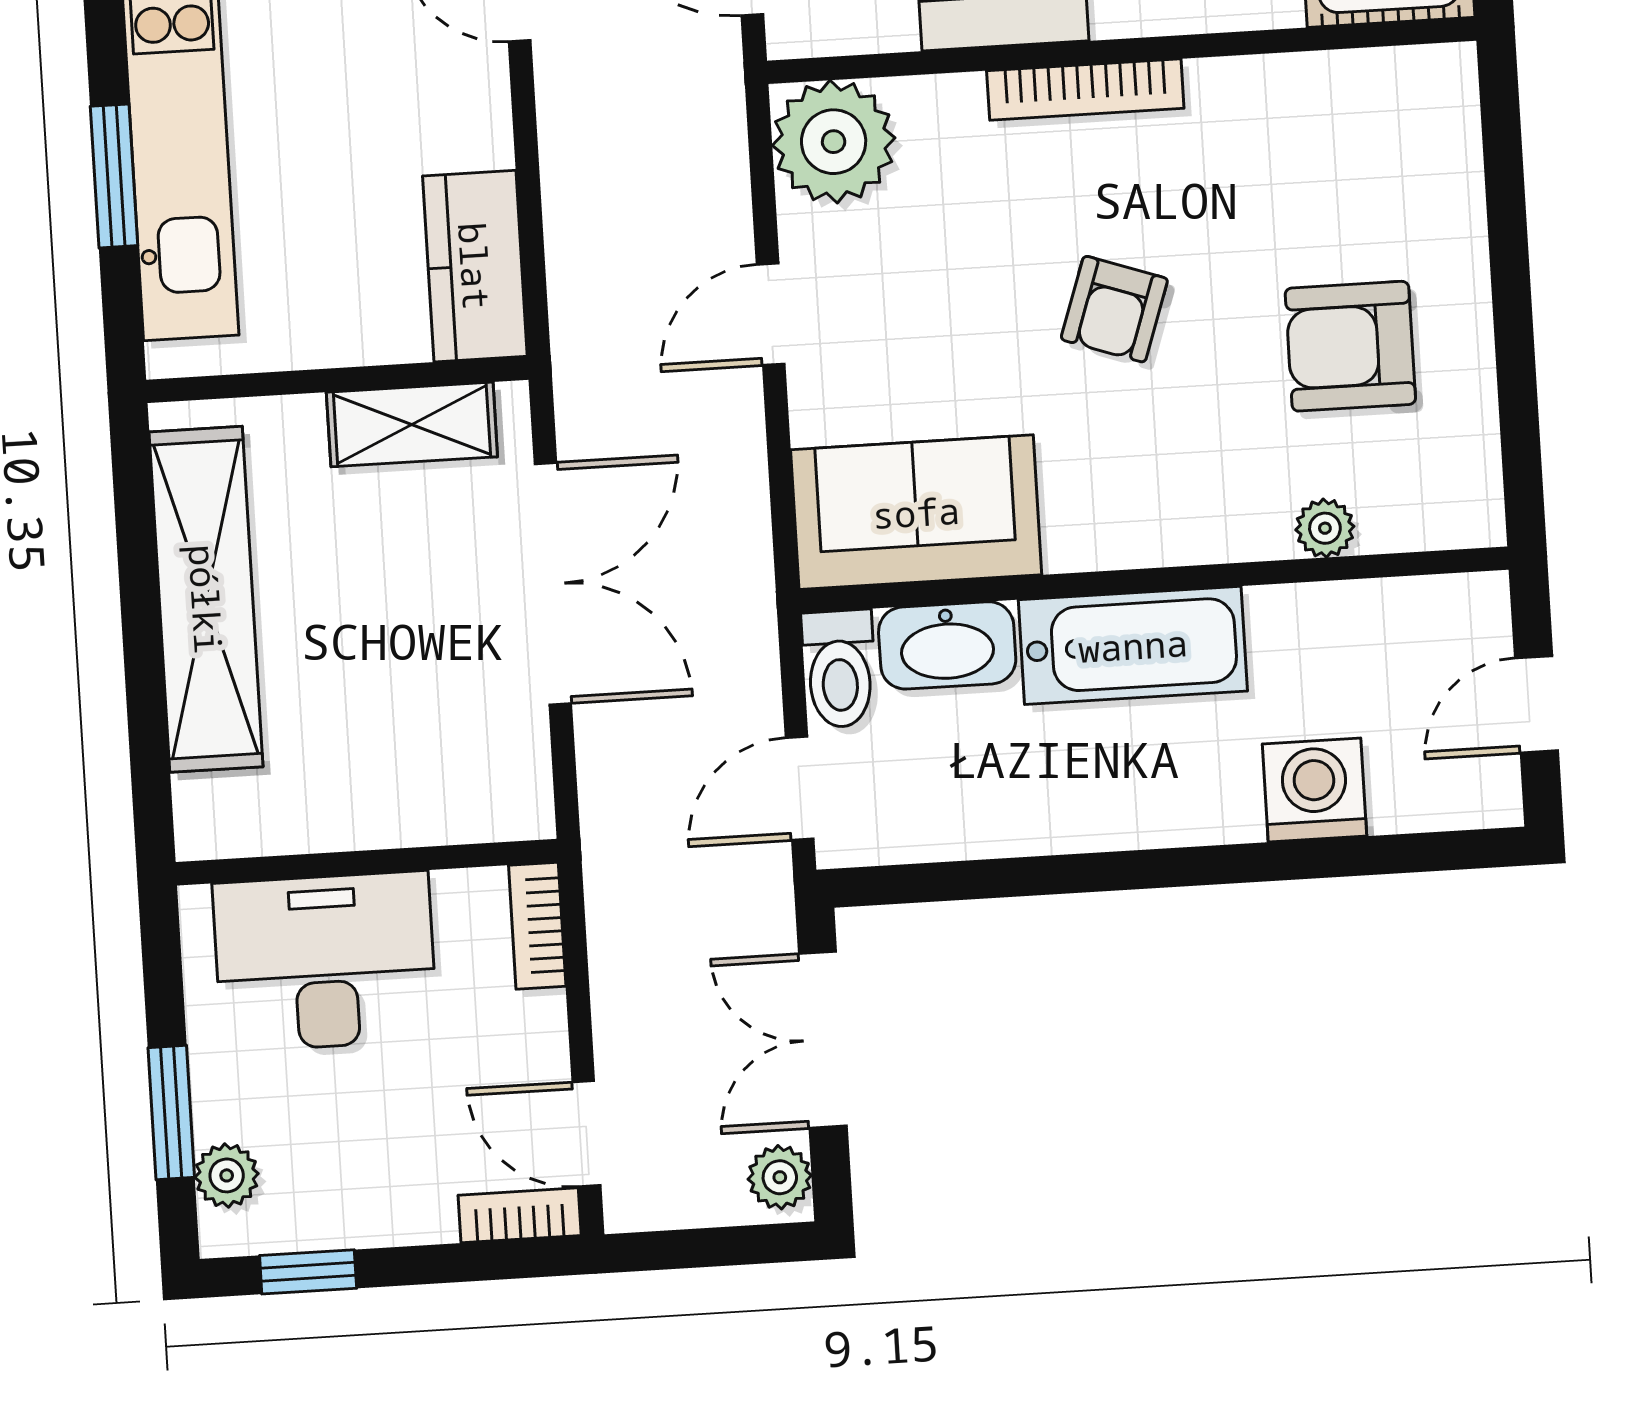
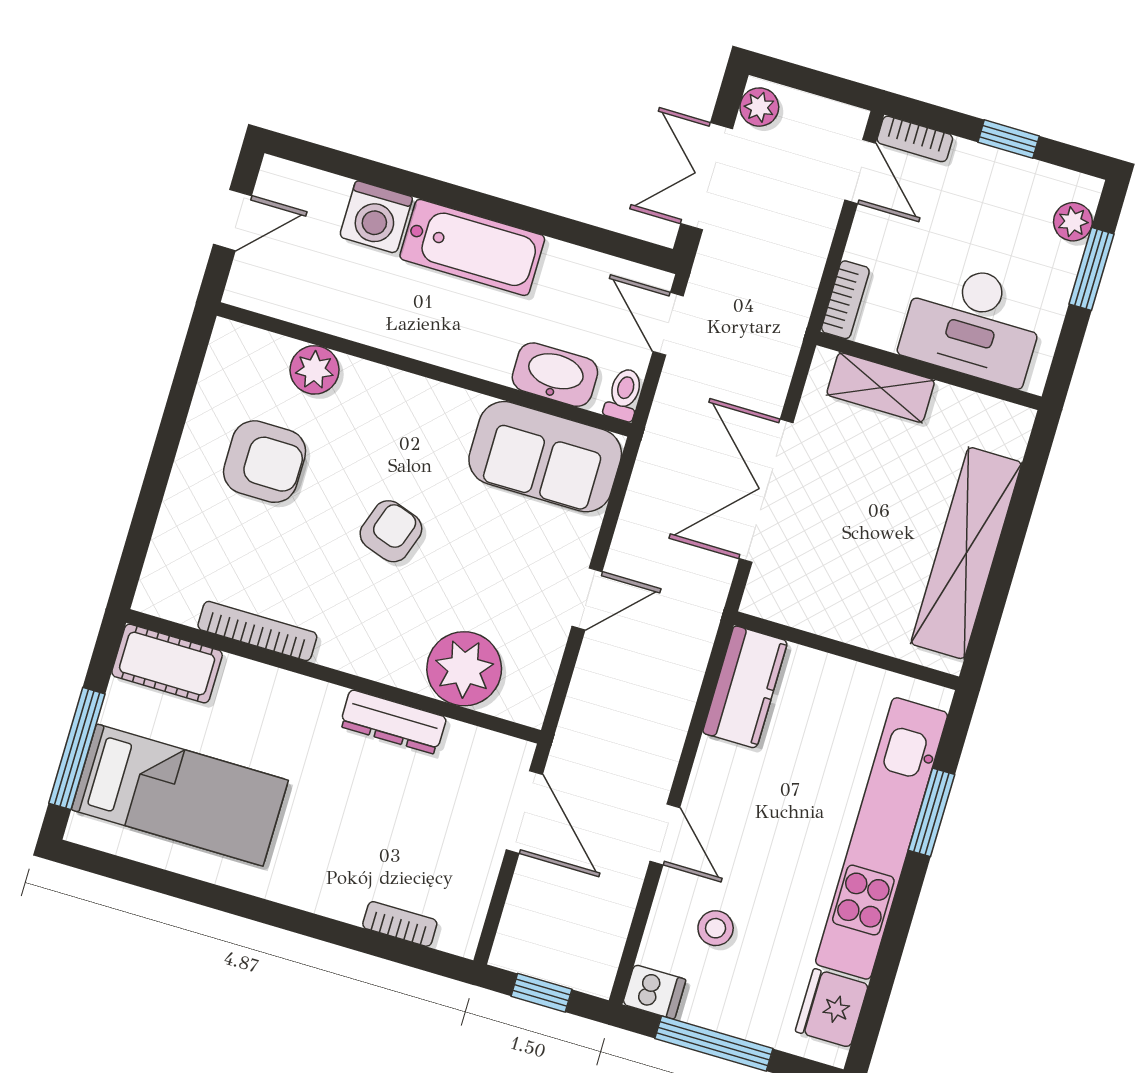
bookcase: (1085, 89) -> (257, 631), moved
plant: (834, 142) -> (464, 669), moved
shelving: (412, 424) -> (881, 388), moved
plant: (1325, 528) -> (314, 370), width x1.38, depth x1.38
bathtub: (1133, 645) -> (472, 247), moved, turned 180
toilet: (839, 669) -> (624, 394), width x0.73, depth x0.72
door: (800, 788) -> (668, 324), swing flipped
double door: (823, 1040) -> (707, 176), swing flipped
window: (308, 1272) -> (1009, 139), moved

